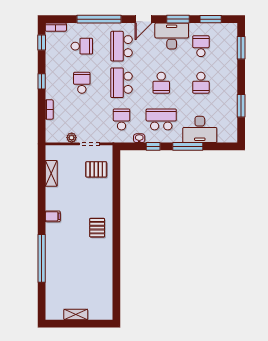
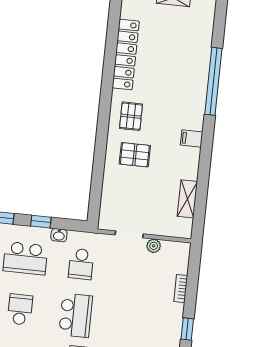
school desk: (82, 83) -> (131, 321), removed
pallet: (96, 169) -> (135, 155), moved
locker: (105, 271) -> (126, 54), added

